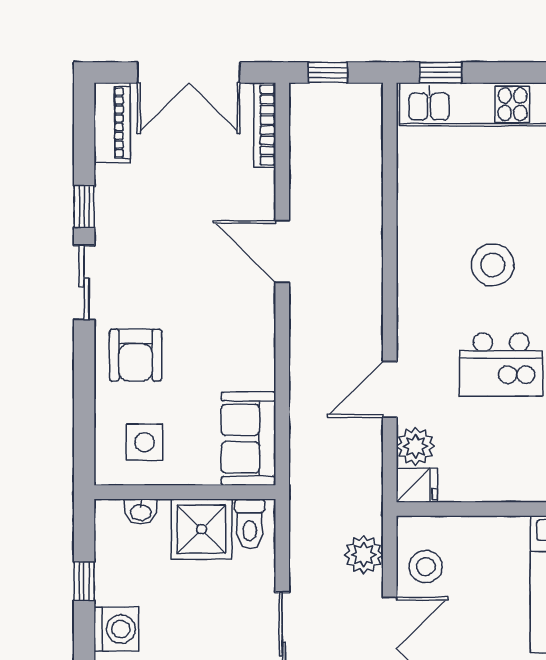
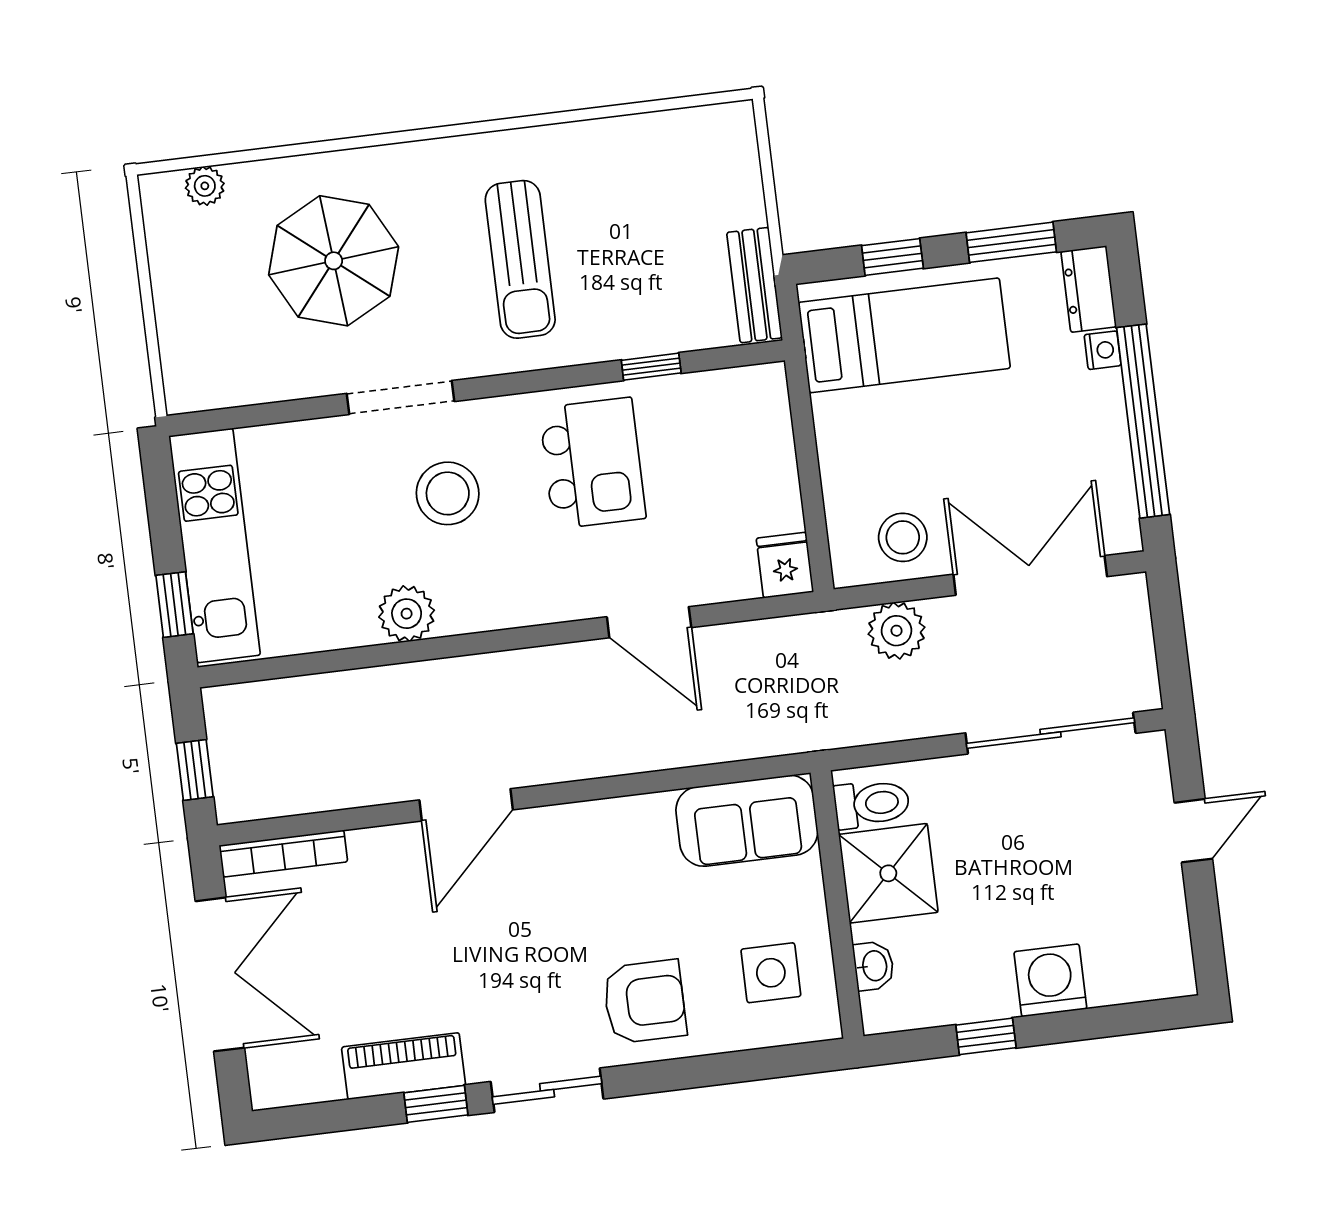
piano: (112, 123) -> (404, 1066), moved
plant: (415, 446) -> (407, 614), moved

